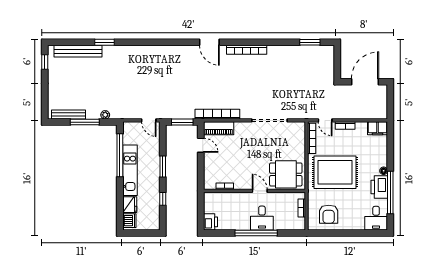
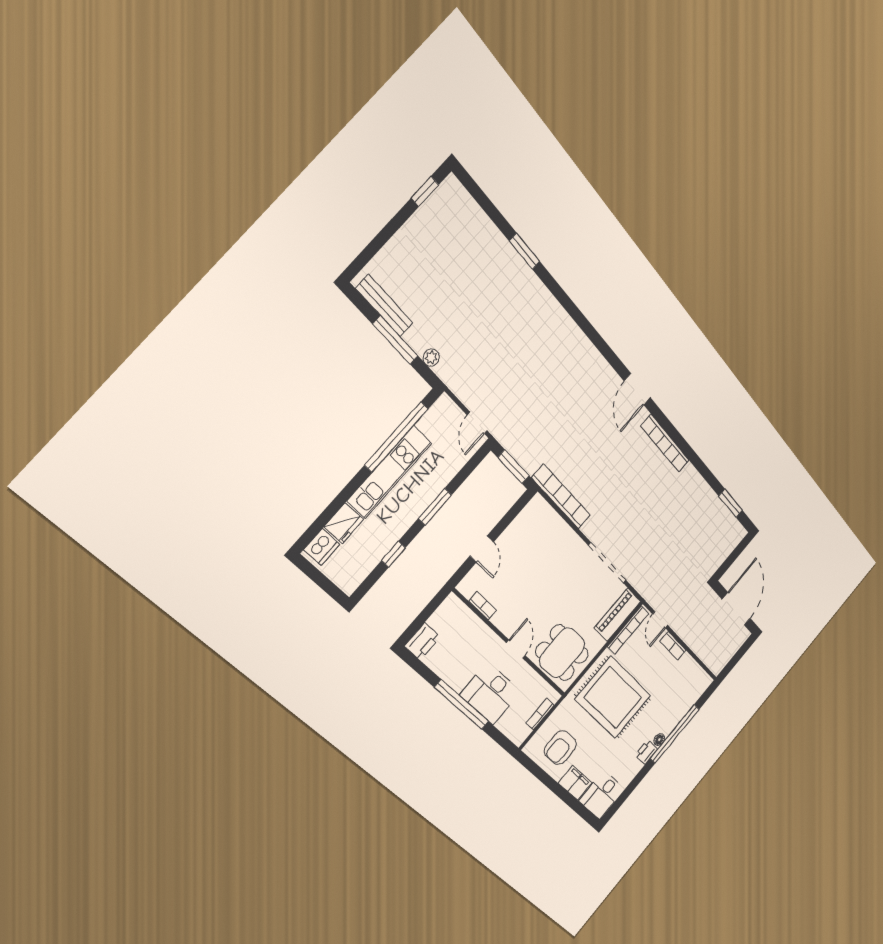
bench: (78, 51) -> (482, 226), removed
door: (365, 82) -> (736, 609), hinge flipped
piano: (219, 128) -> (618, 615), moved, turned 90
filing cabinet: (378, 128) -> (575, 783), moved, turned 180
door: (201, 145) -> (482, 549), moved
printer: (379, 187) -> (646, 752), width x0.53, depth x0.68
window: (390, 192) -> (675, 734), moved
desk: (262, 218) -> (491, 693), width x1.37

